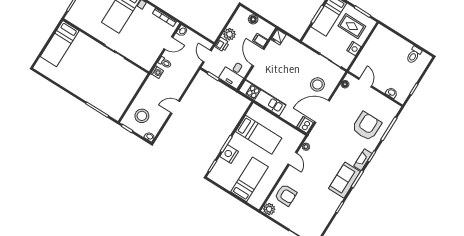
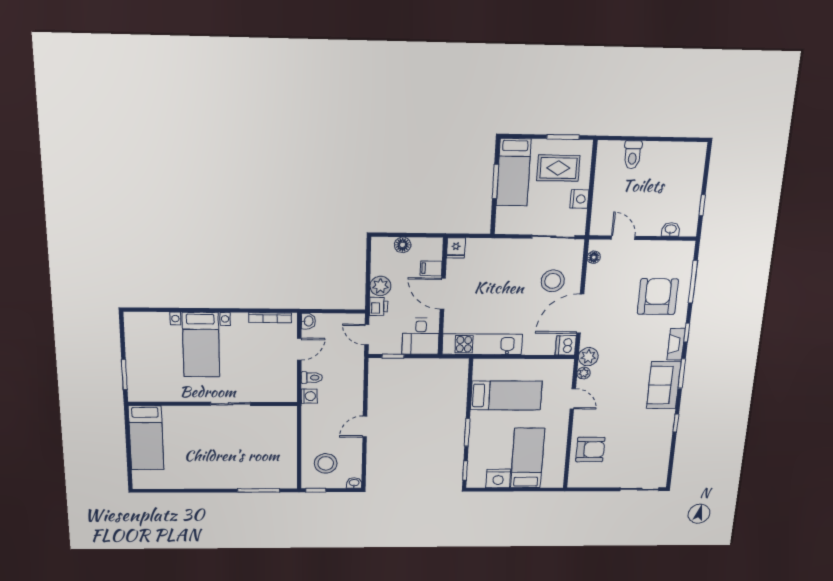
toilet: (414, 55) -> (633, 155), moved
nightstand: (229, 154) -> (498, 479), moved, turned -90
plant: (269, 209) -> (588, 357), moved

